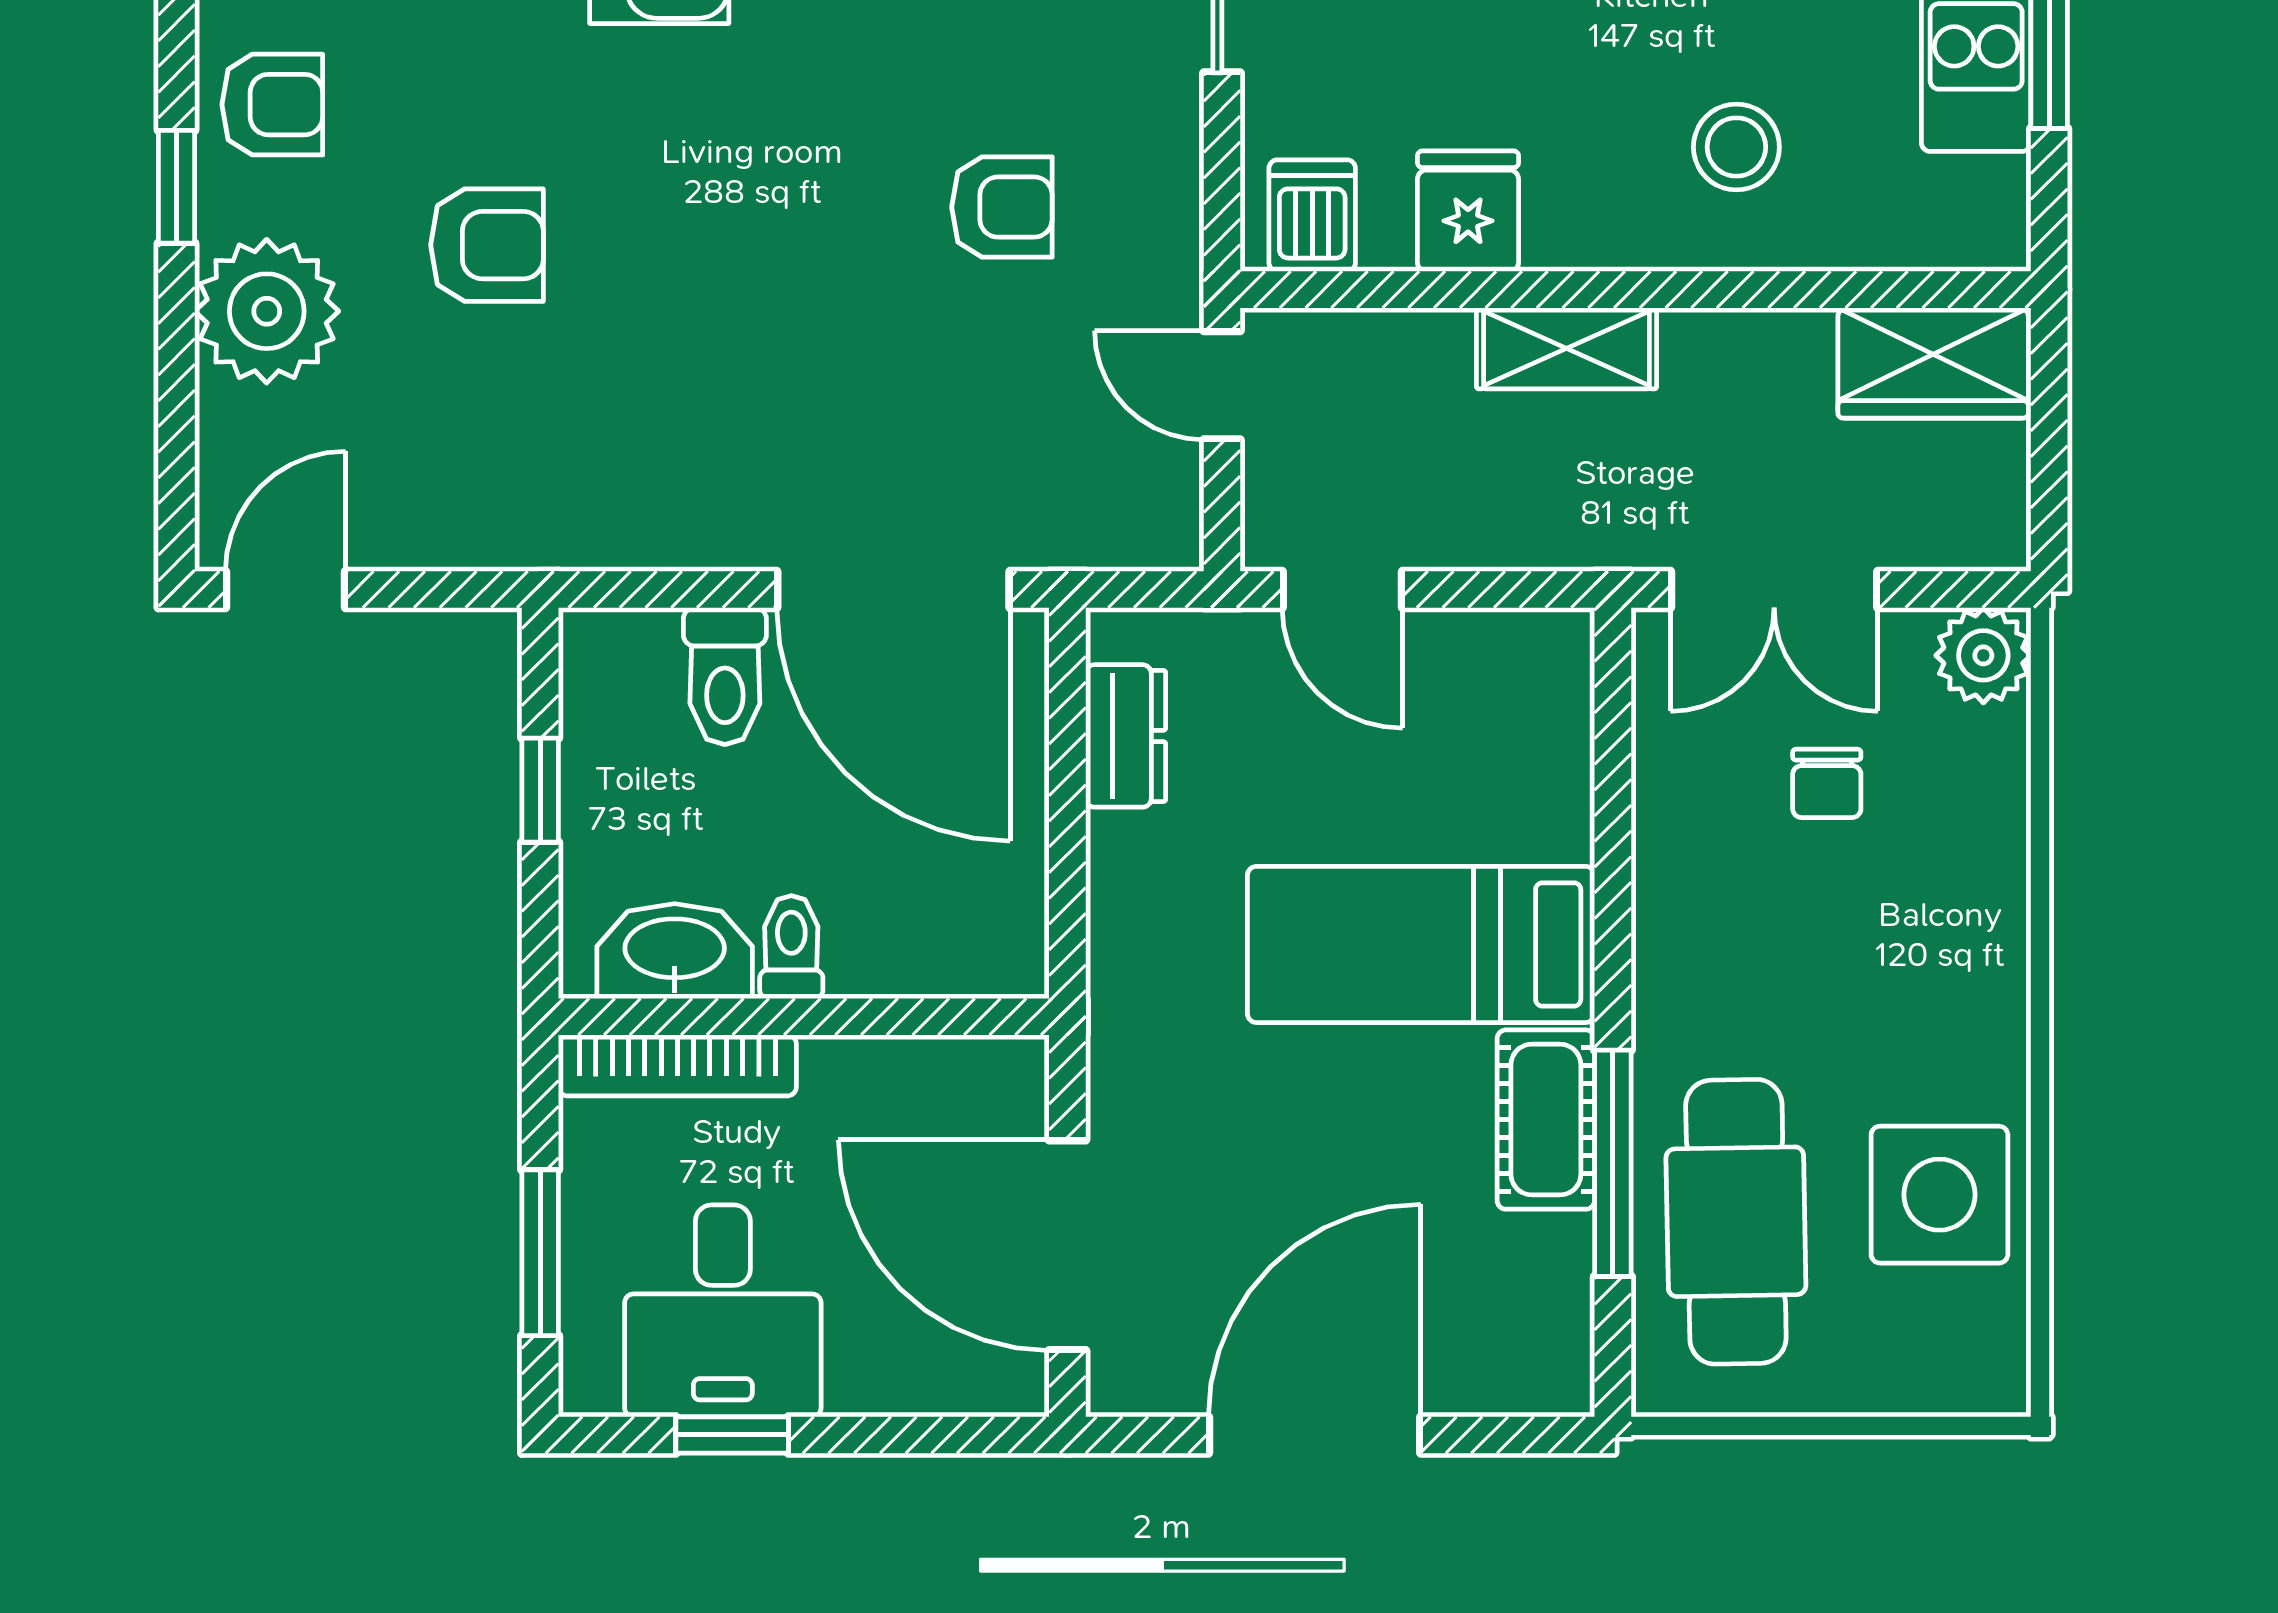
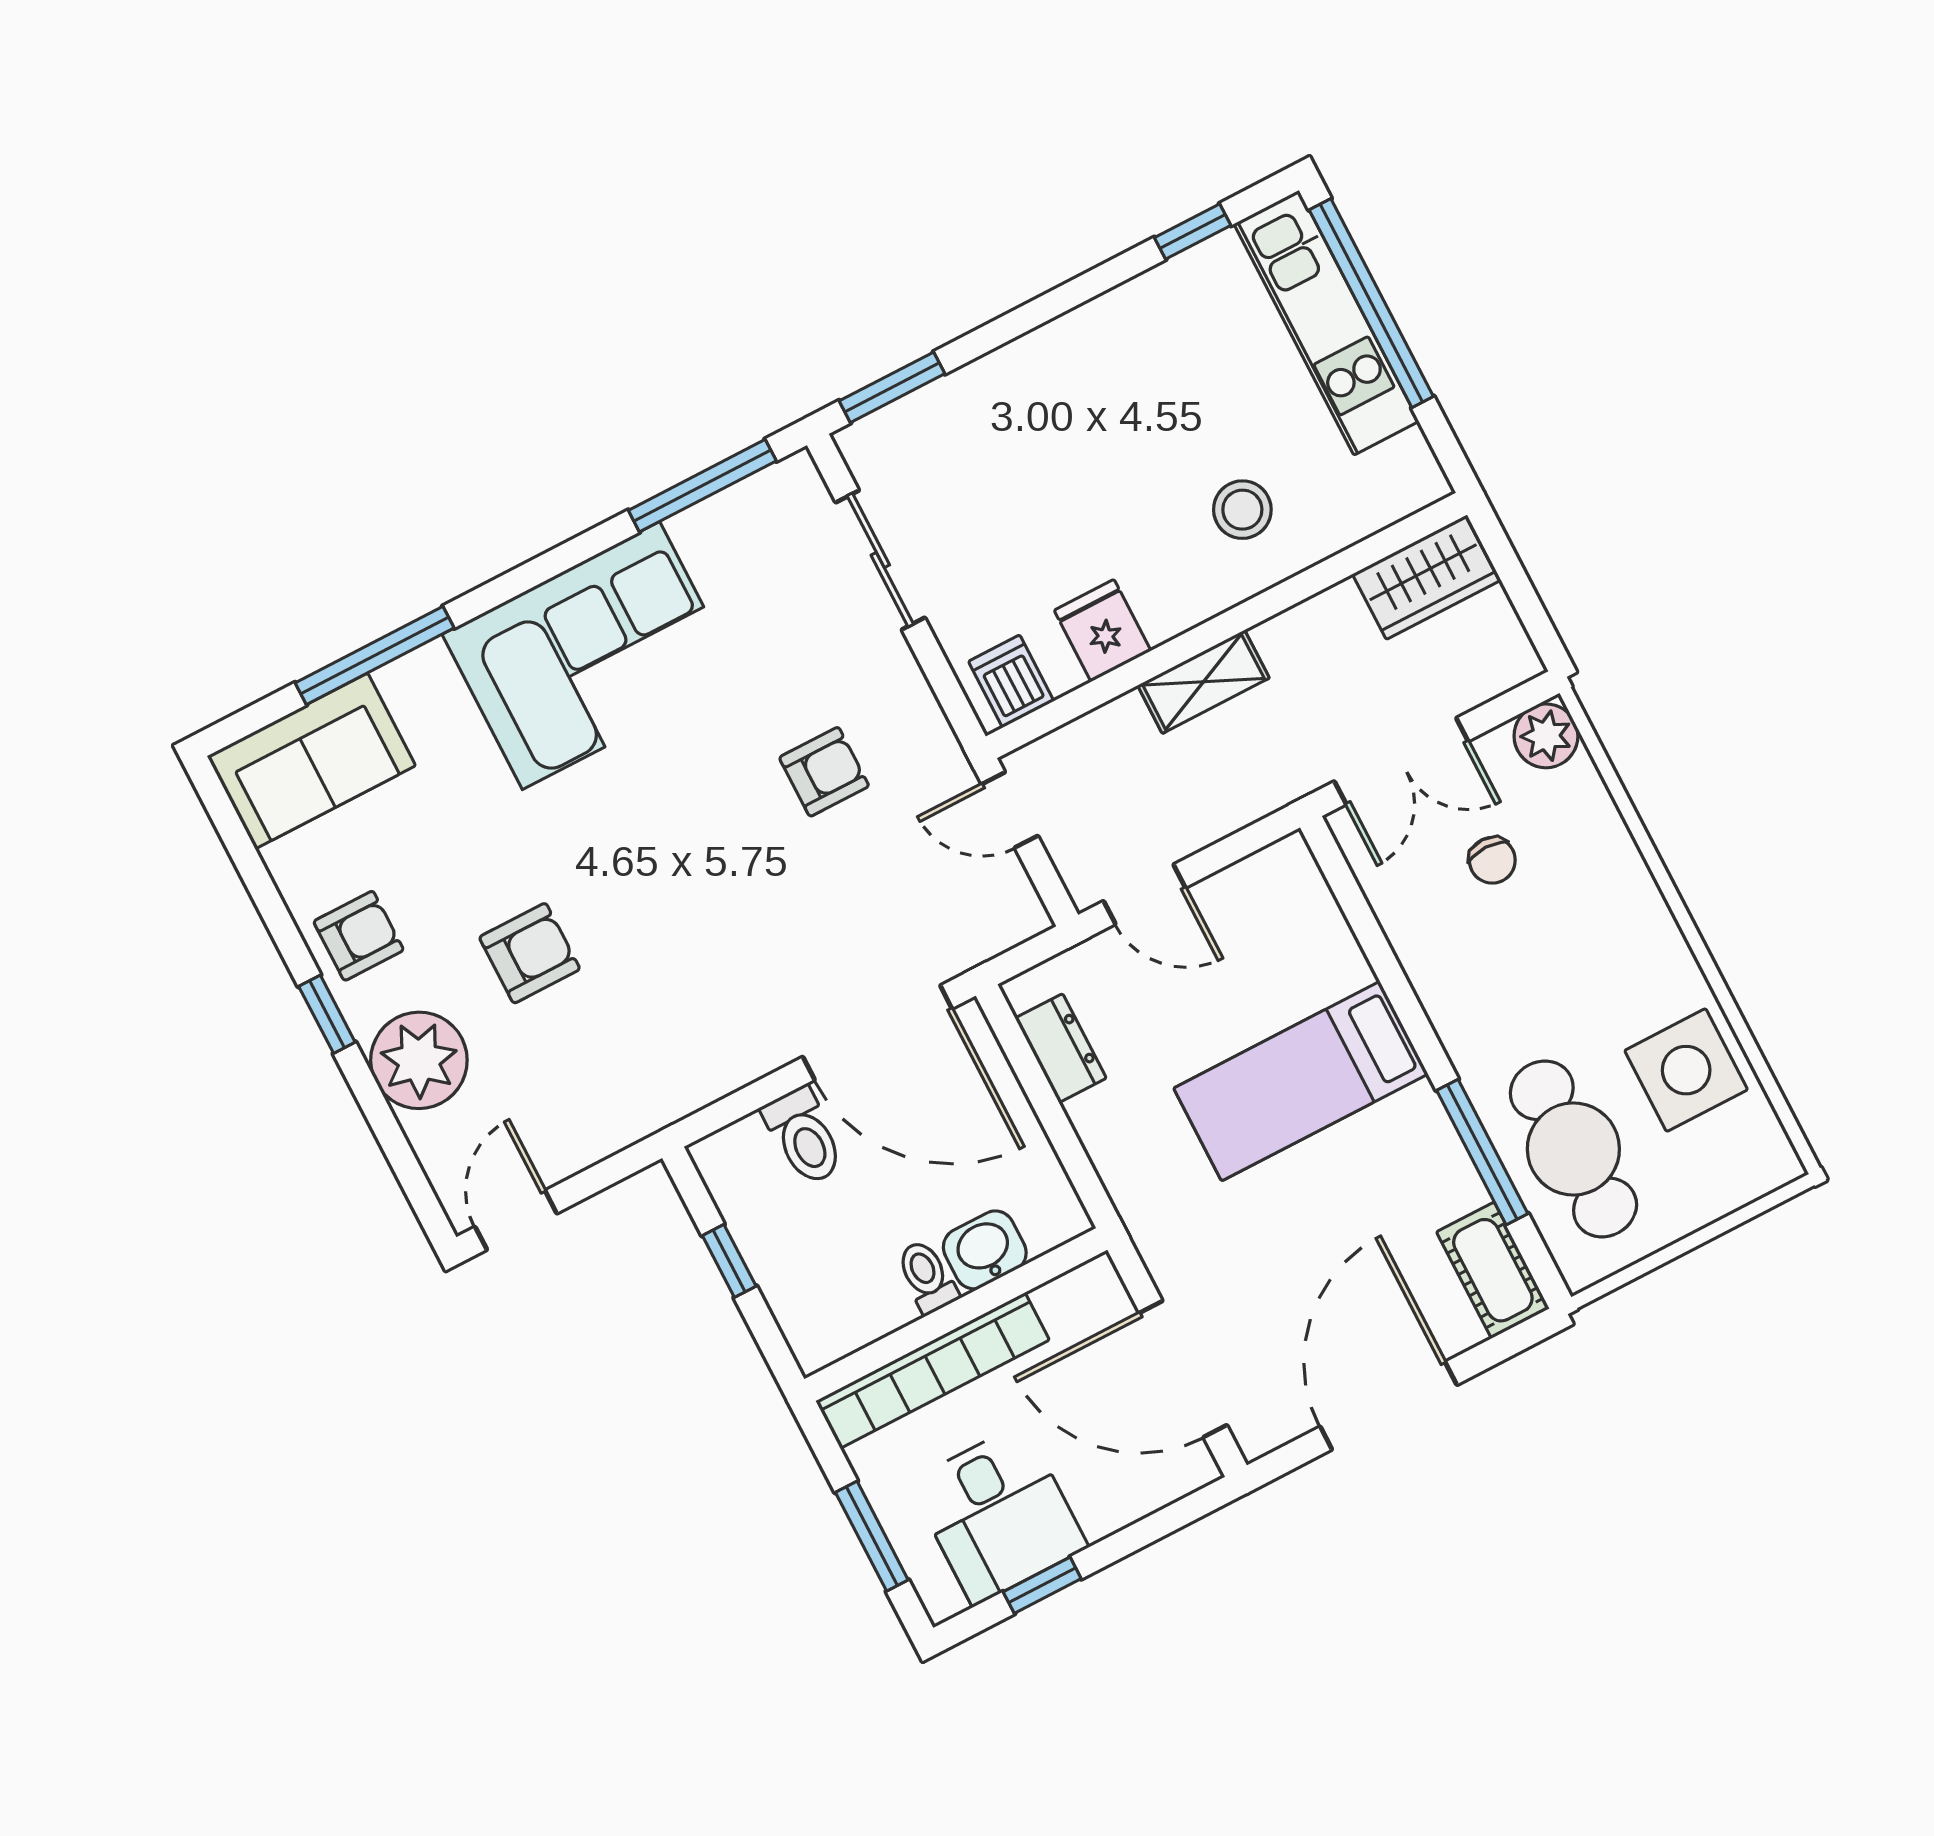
washbasin: (675, 951) -> (985, 1250), moved, width x0.72
bookcase: (677, 1065) -> (933, 1370), width x1.48, depth x1.31
cot: (1546, 1120) -> (1493, 1270), moved

